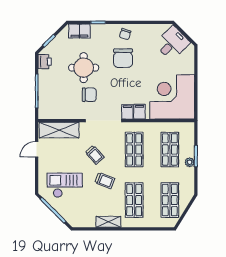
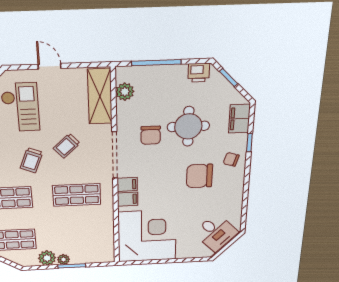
chair: (125, 34) -> (231, 159), moved
plant: (56, 113) -> (125, 92), added
door: (37, 149) -> (50, 66), moved
shop shelf: (170, 149) -> (79, 237), removed
plant: (188, 175) -> (47, 258), added

